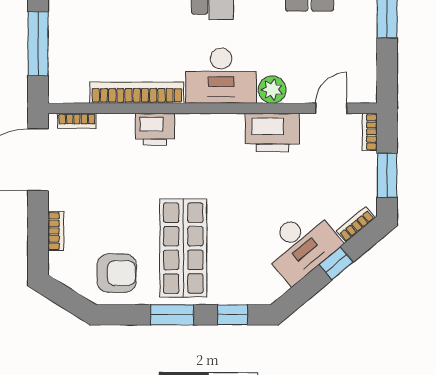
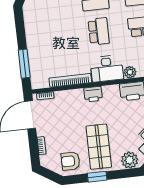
printer: (155, 129) -> (93, 94), moved
armchair: (117, 273) -> (70, 161), turned 180
plant: (249, 286) -> (130, 160), added
window: (232, 315) -> (124, 174), removed

